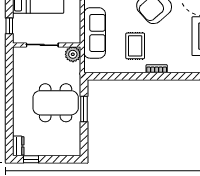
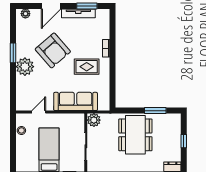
window: (84, 109) -> (155, 111), moved
window: (31, 159) -> (184, 141), moved

